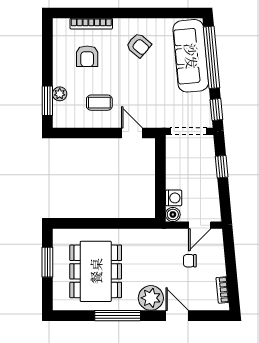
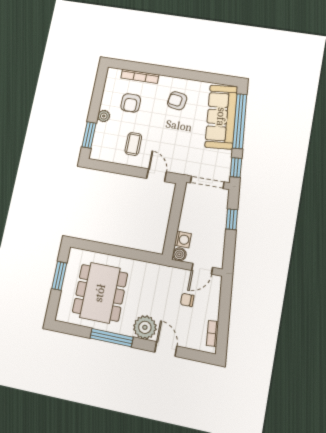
armchair: (139, 45) -> (177, 101), turned 149
plant: (60, 94) -> (104, 116), moved
coffee table: (99, 103) -> (133, 144), turned 90

